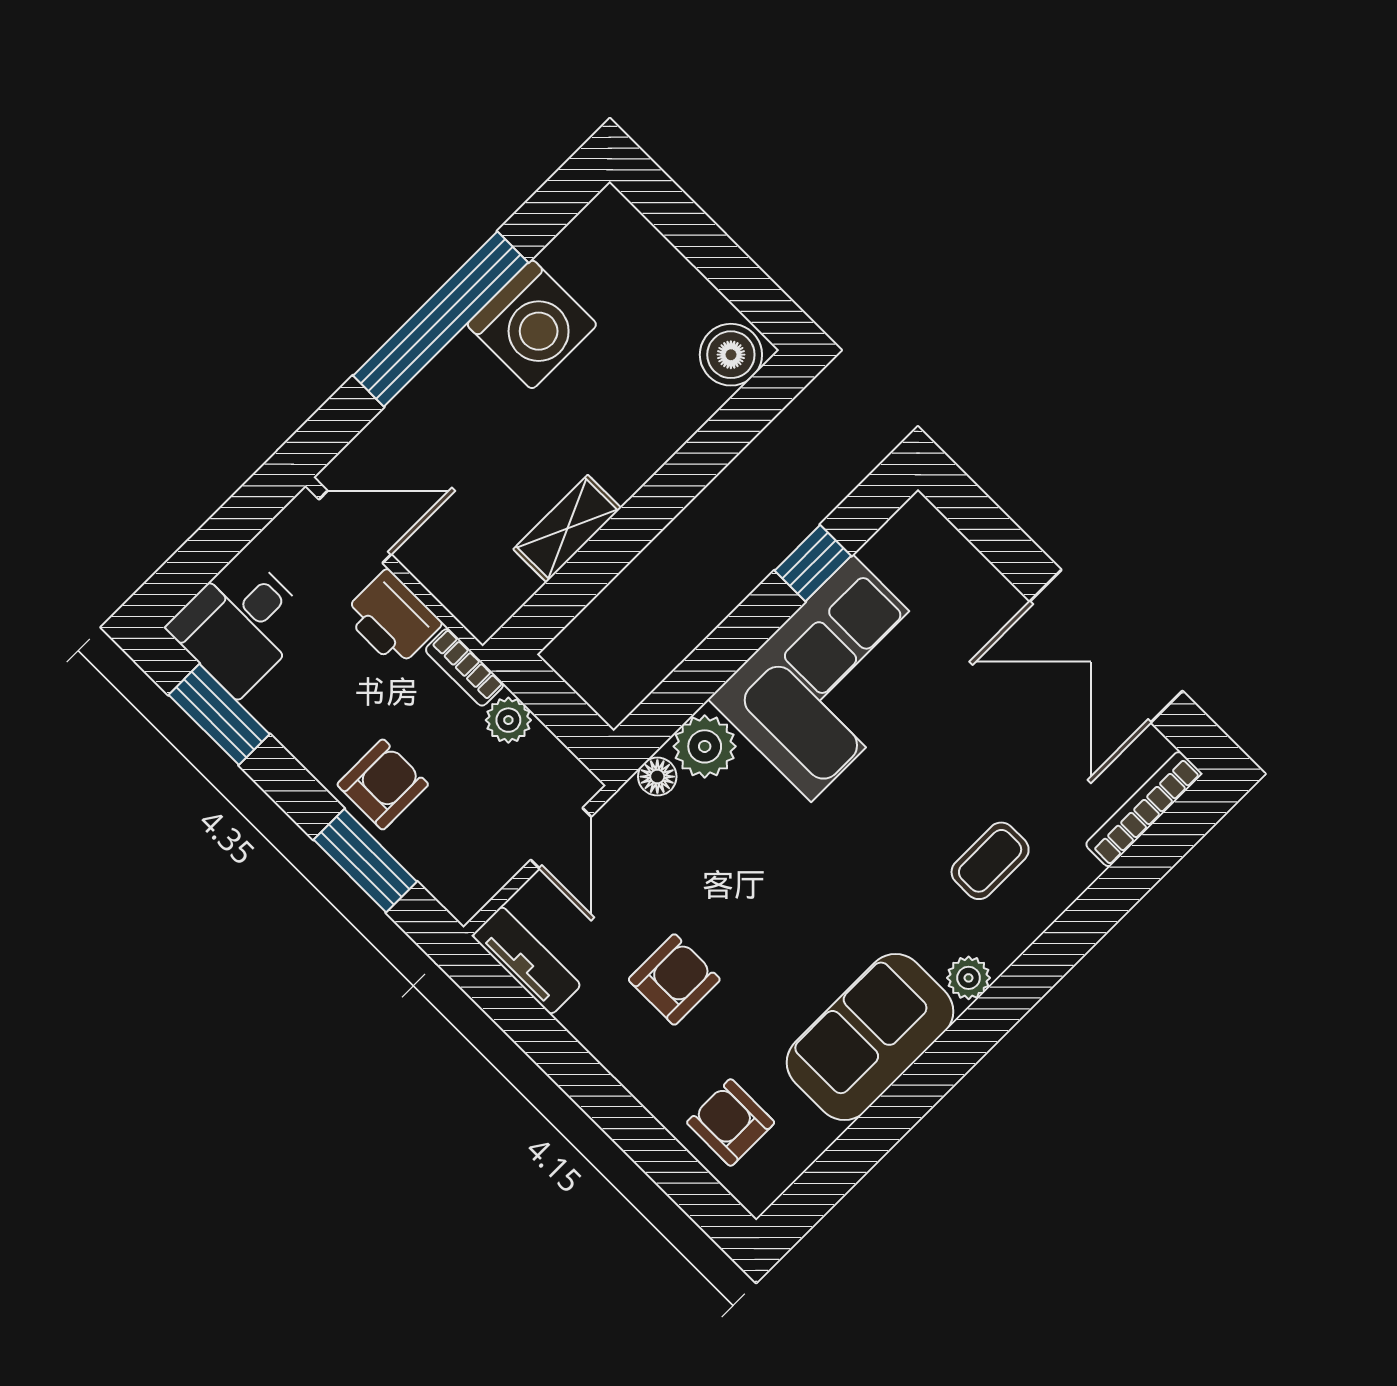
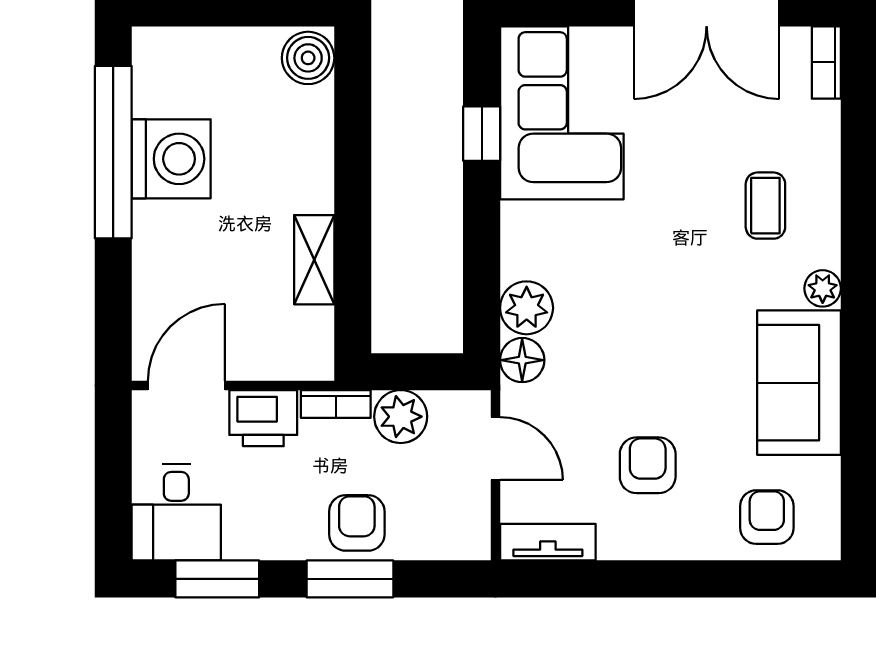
window: (441, 319) -> (113, 152), moved
corner sofa: (832, 678) -> (562, 113), moved
plant: (508, 720) -> (401, 417), width x1.38, depth x1.38
floor lamp: (657, 777) -> (522, 360), width x1.37, depth x1.37
bookcase: (1144, 809) -> (826, 62), width x0.64
window: (365, 861) -> (350, 579), moved
armchair: (731, 1123) -> (767, 517), turned 90

